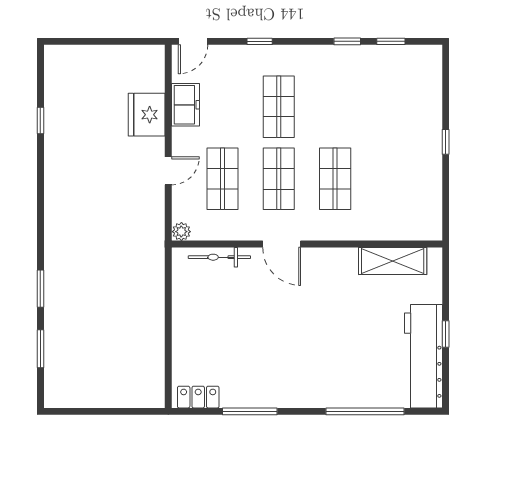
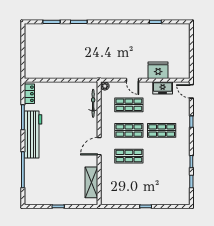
door: (282, 244) -> (99, 146), moved
workbench: (424, 356) -> (33, 134), moved, turned 90

